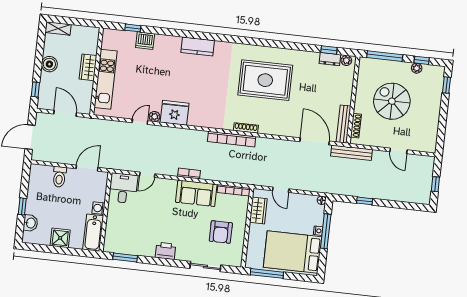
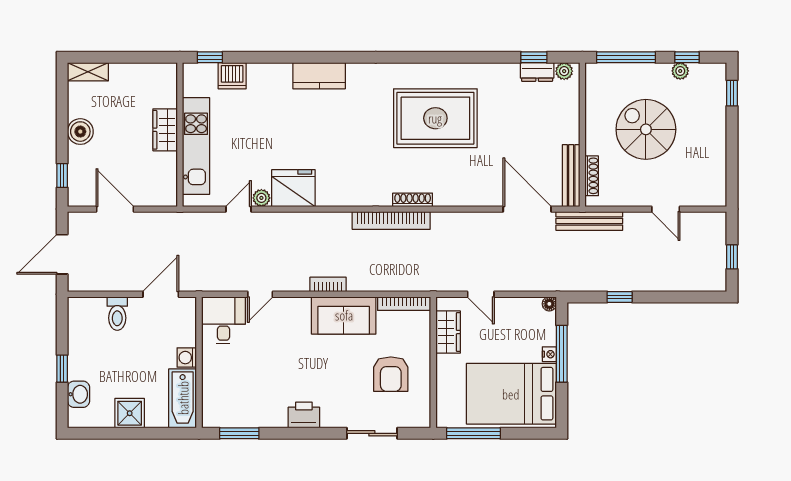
wardrobe: (88, 67) -> (165, 130), moved
wall: (97, 71) -> (180, 135), moved
kitchen unit: (106, 79) -> (196, 146), moved

